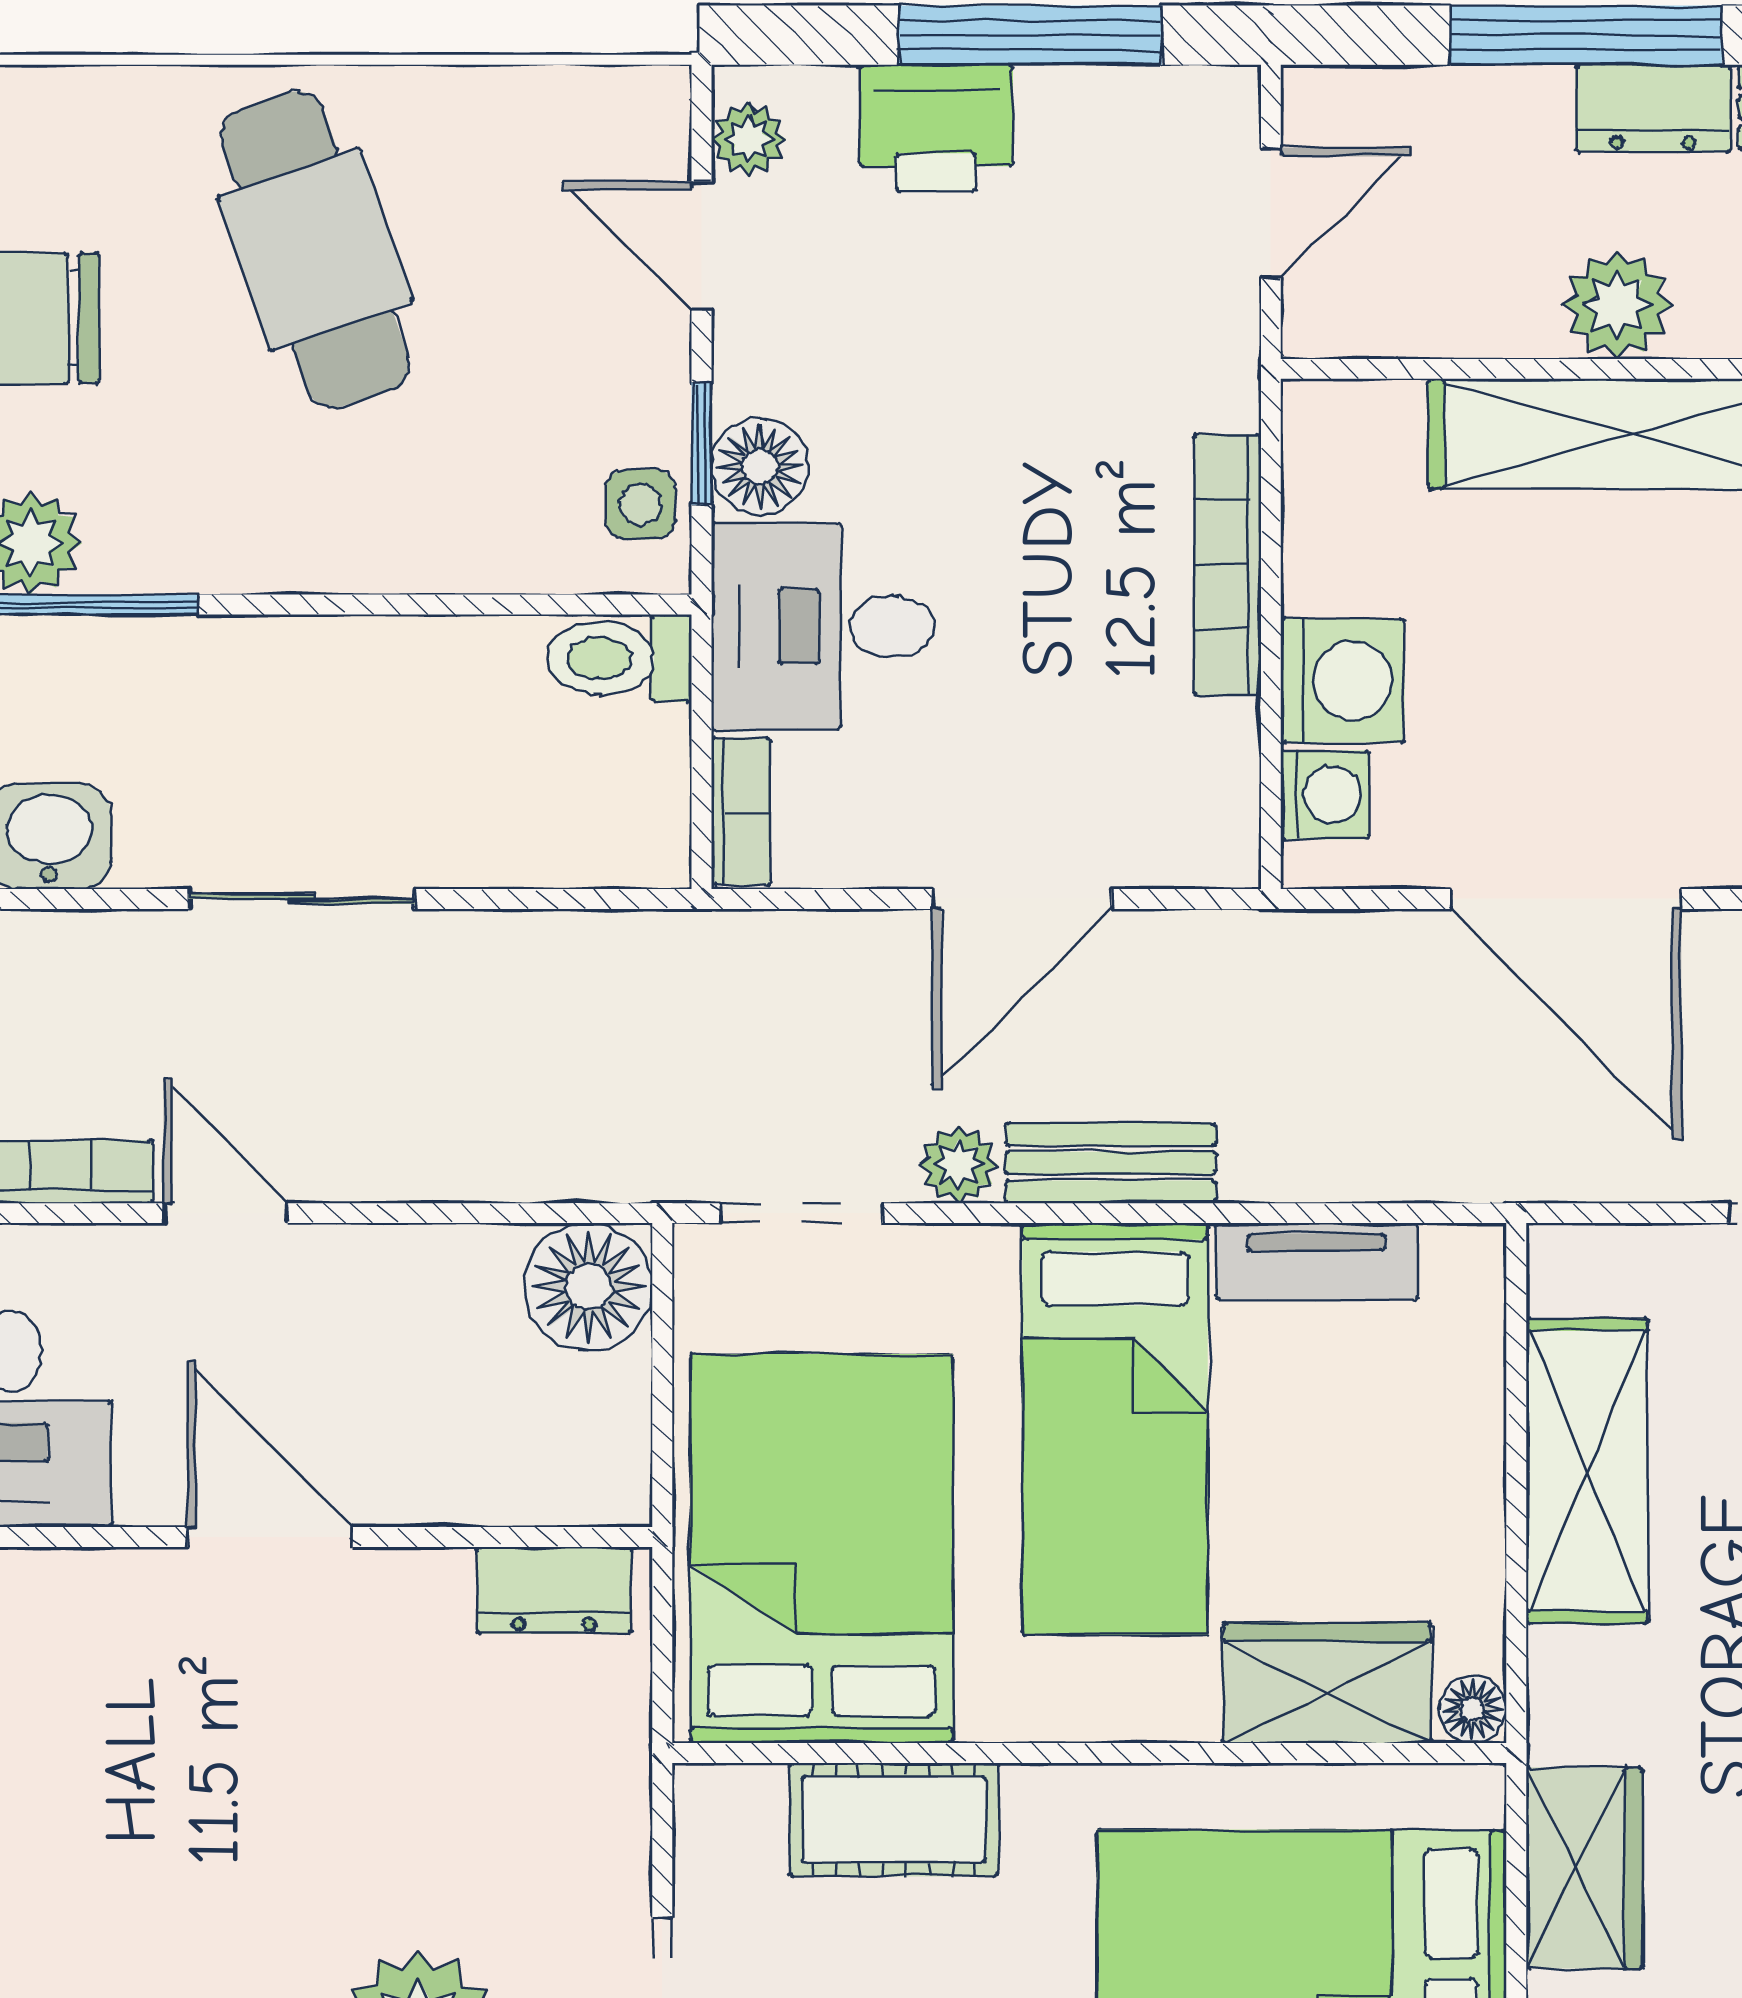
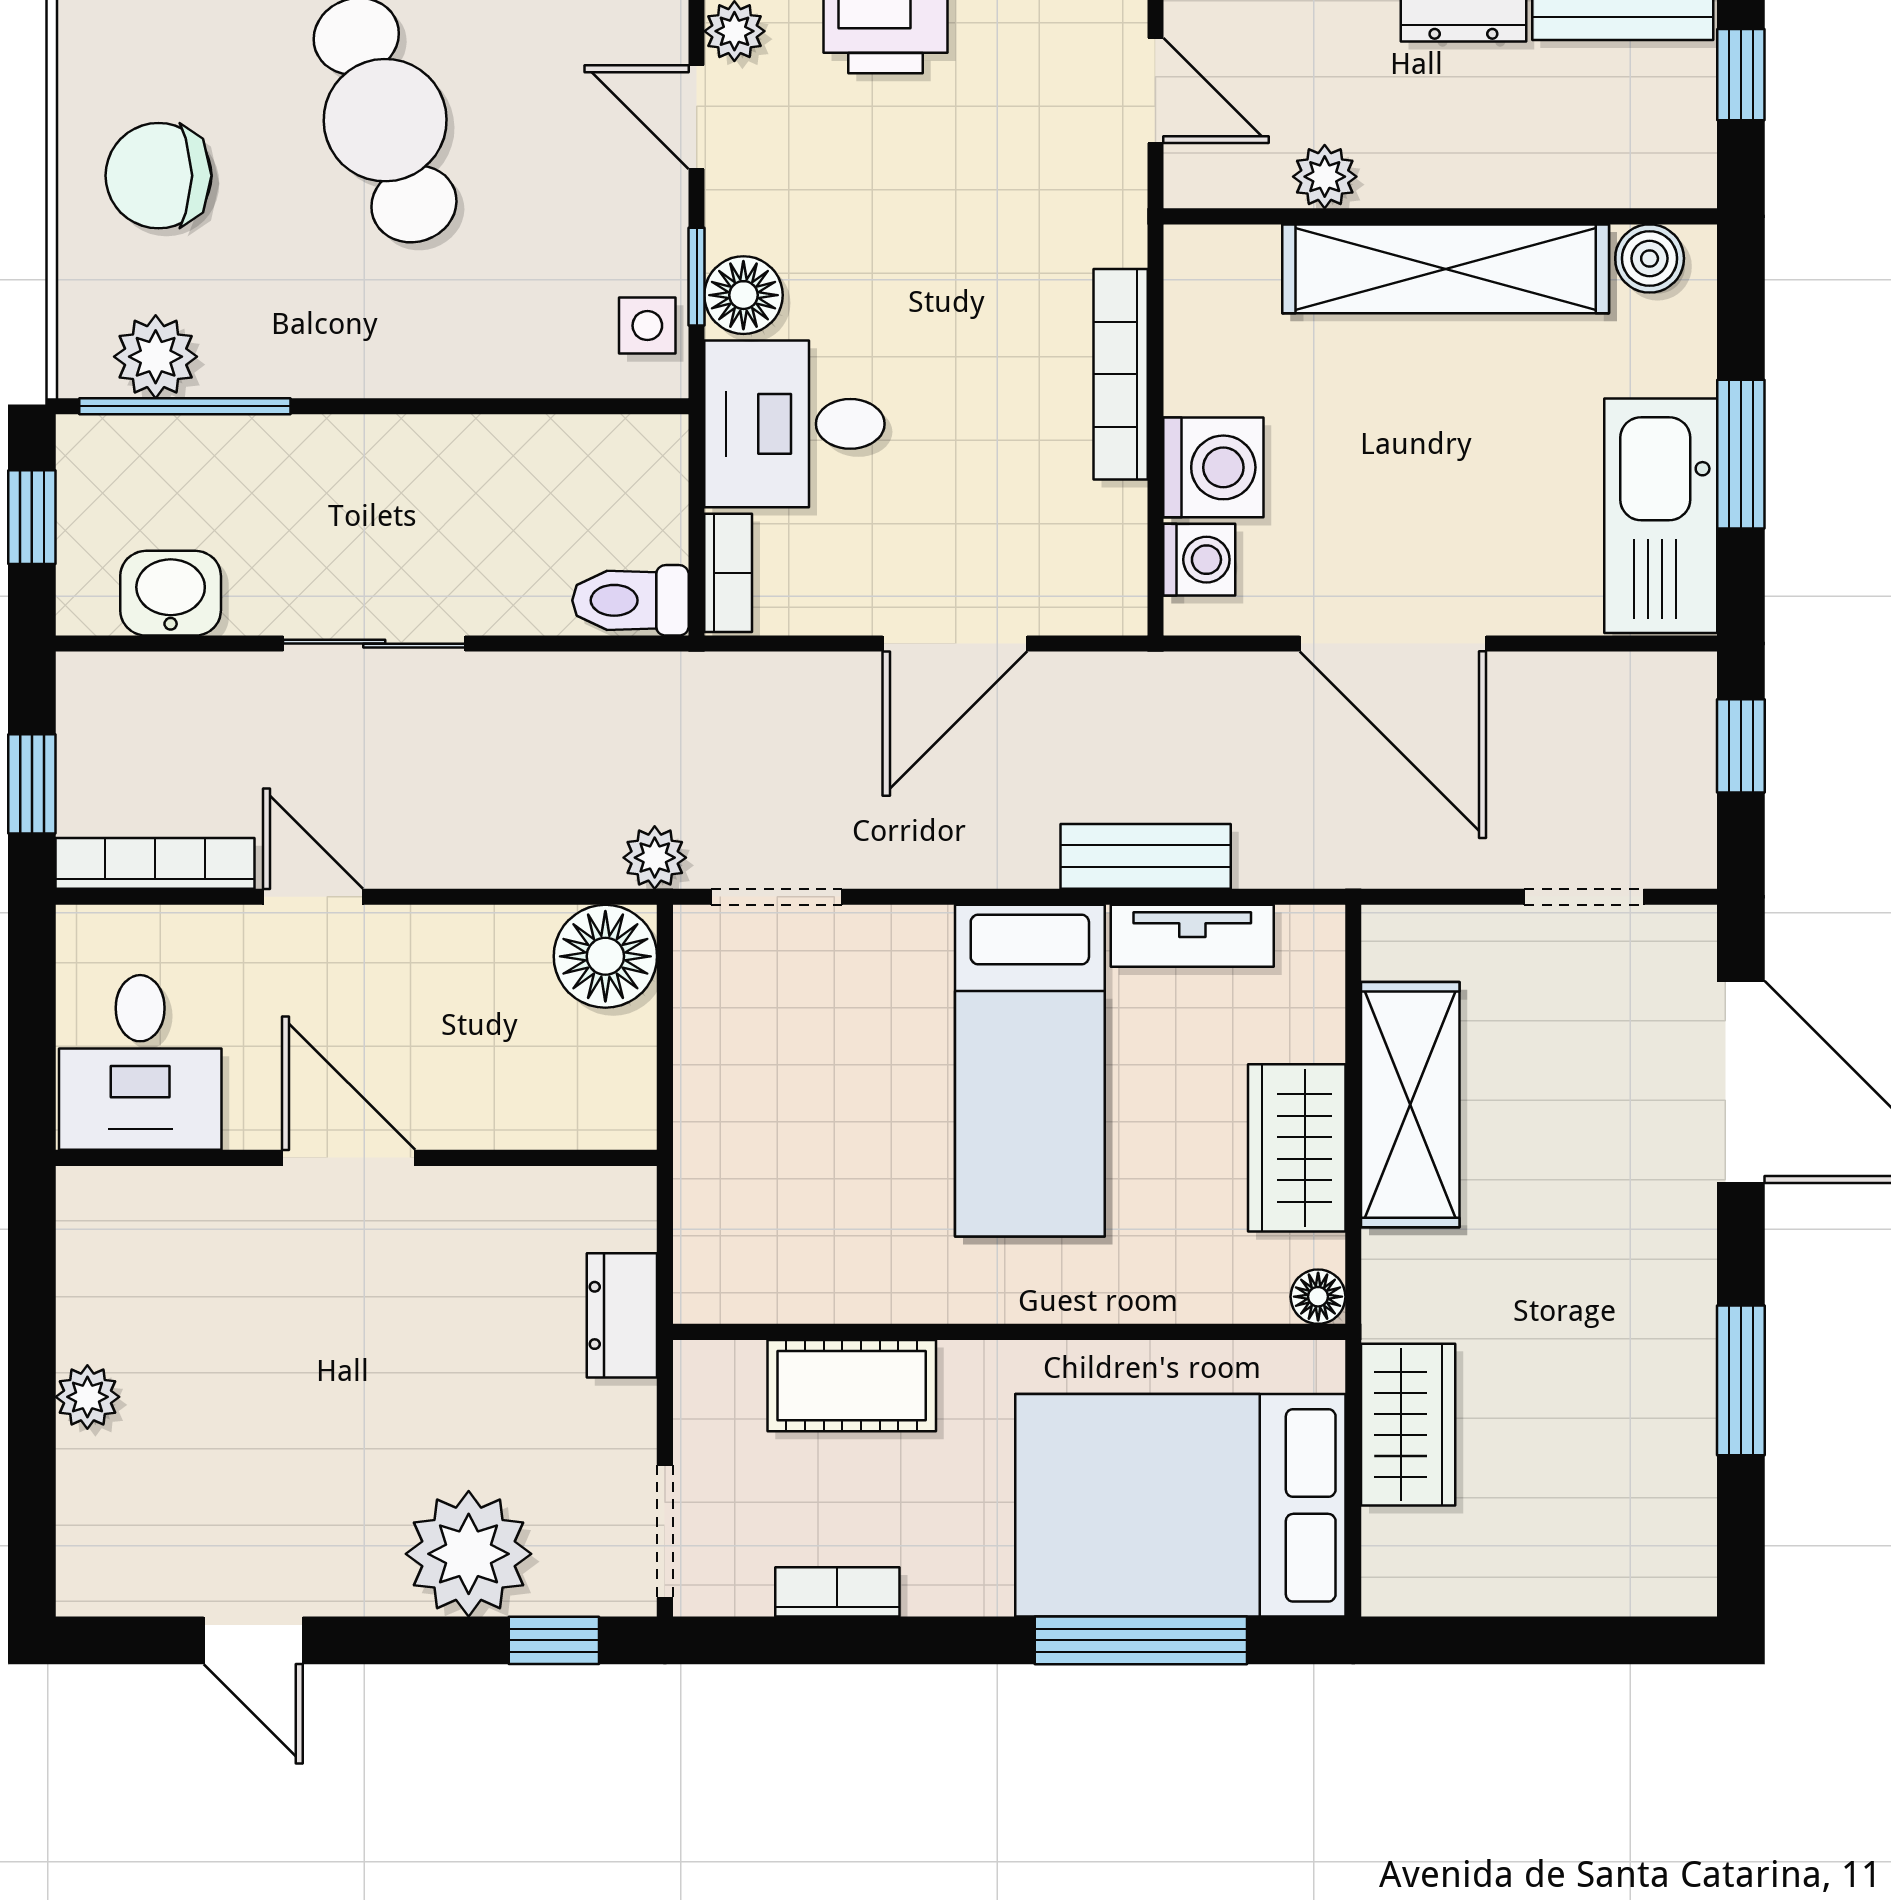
door: (1271, 213) -> (1155, 91), hinge flipped
plant: (1617, 305) -> (1325, 177), moved, width x0.73, depth x0.73
toilet: (620, 658) -> (630, 600), moved
bench: (1111, 1163) -> (1146, 856), moved
plant: (958, 1164) -> (655, 858), moved
bed: (822, 1549) -> (793, 1167), removed
dresser: (554, 1590) -> (622, 1315), moved, turned 90
wardrobe: (1327, 1683) -> (1297, 1148), moved, turned -90

